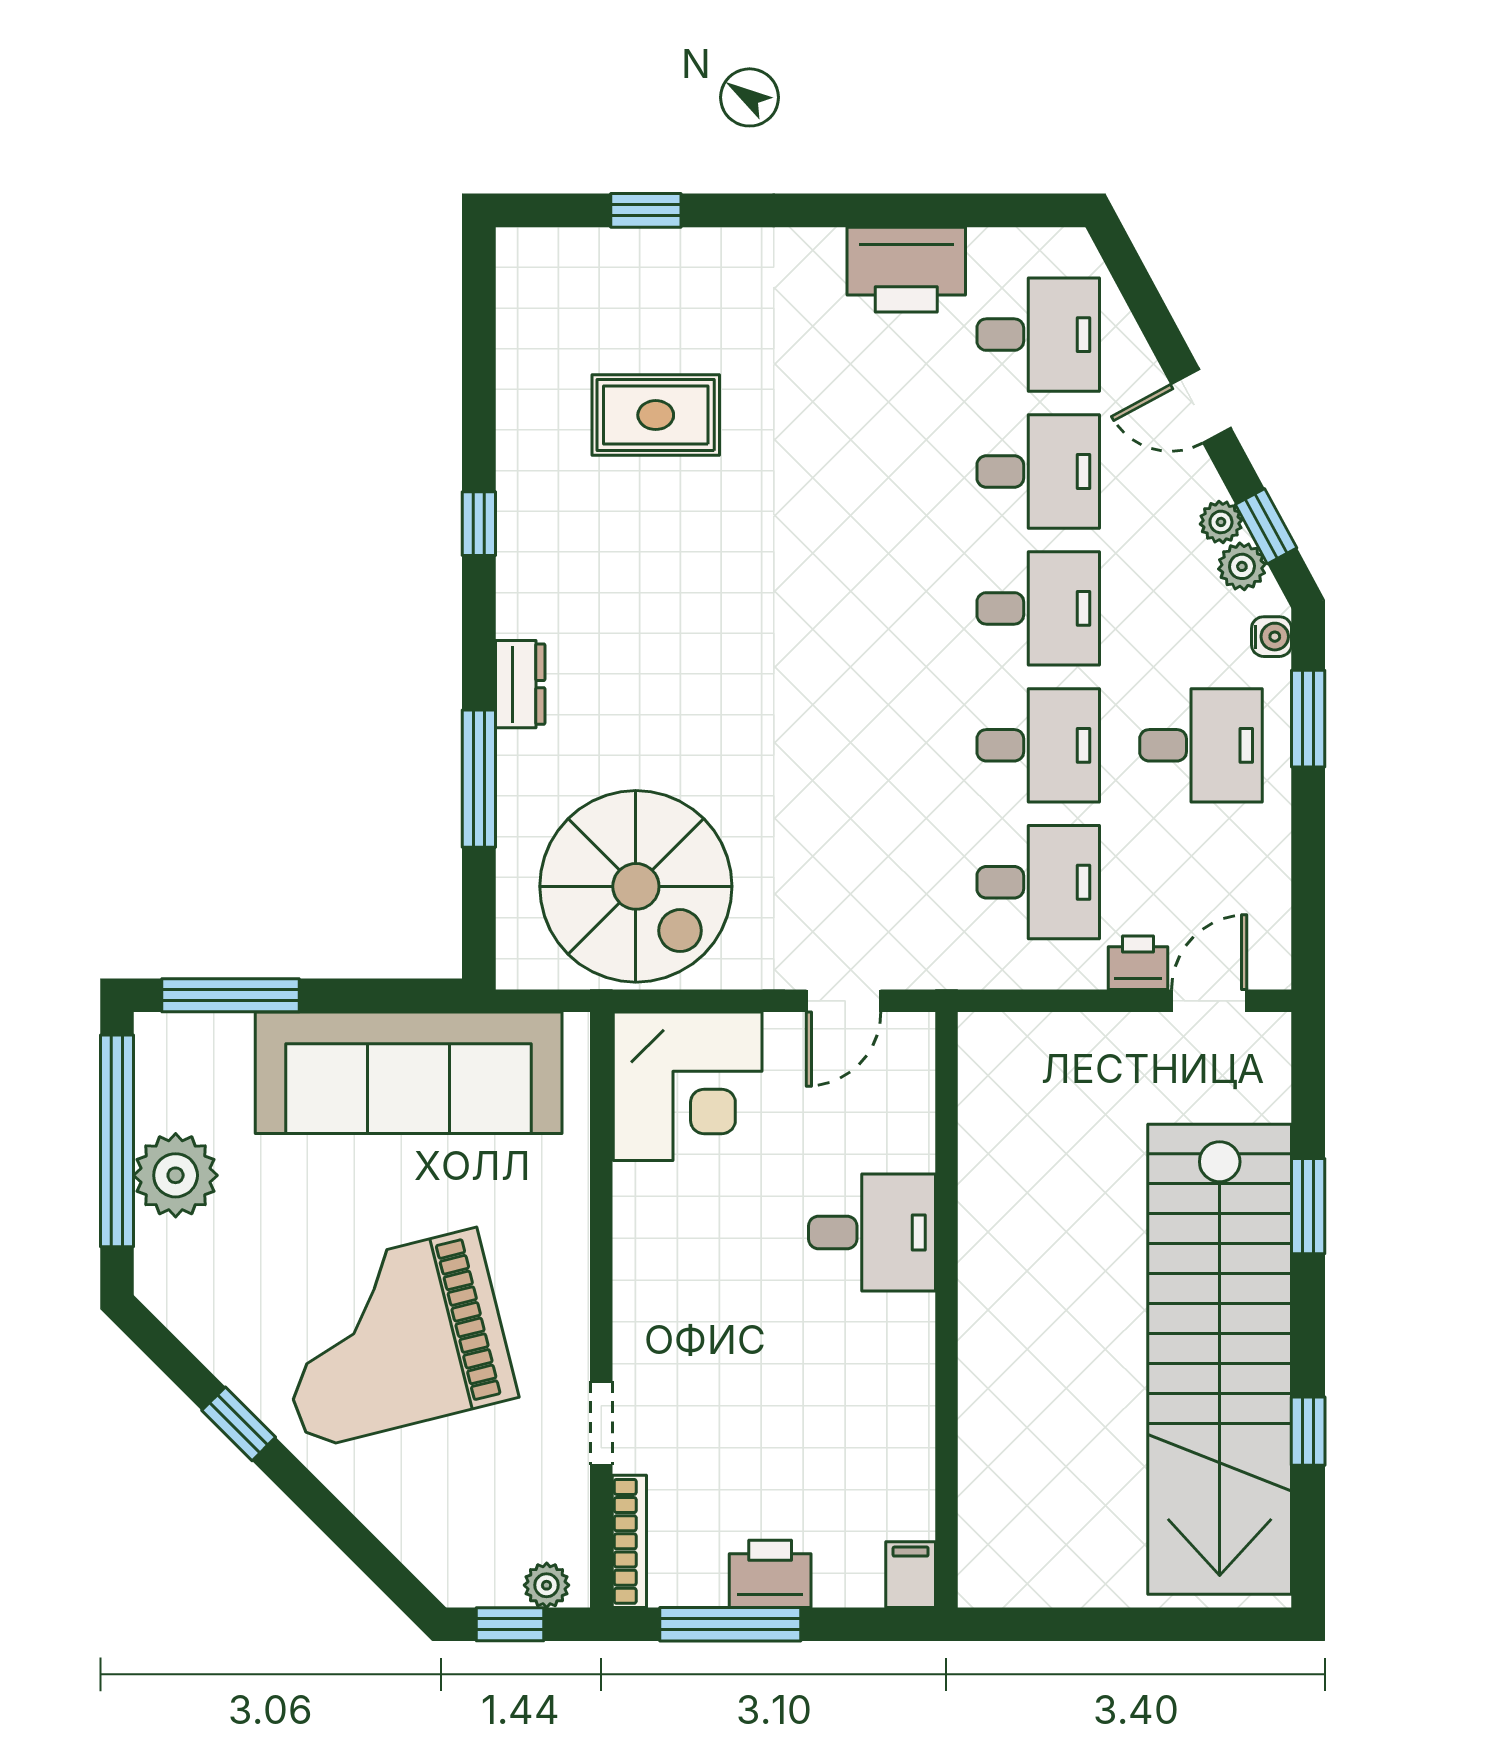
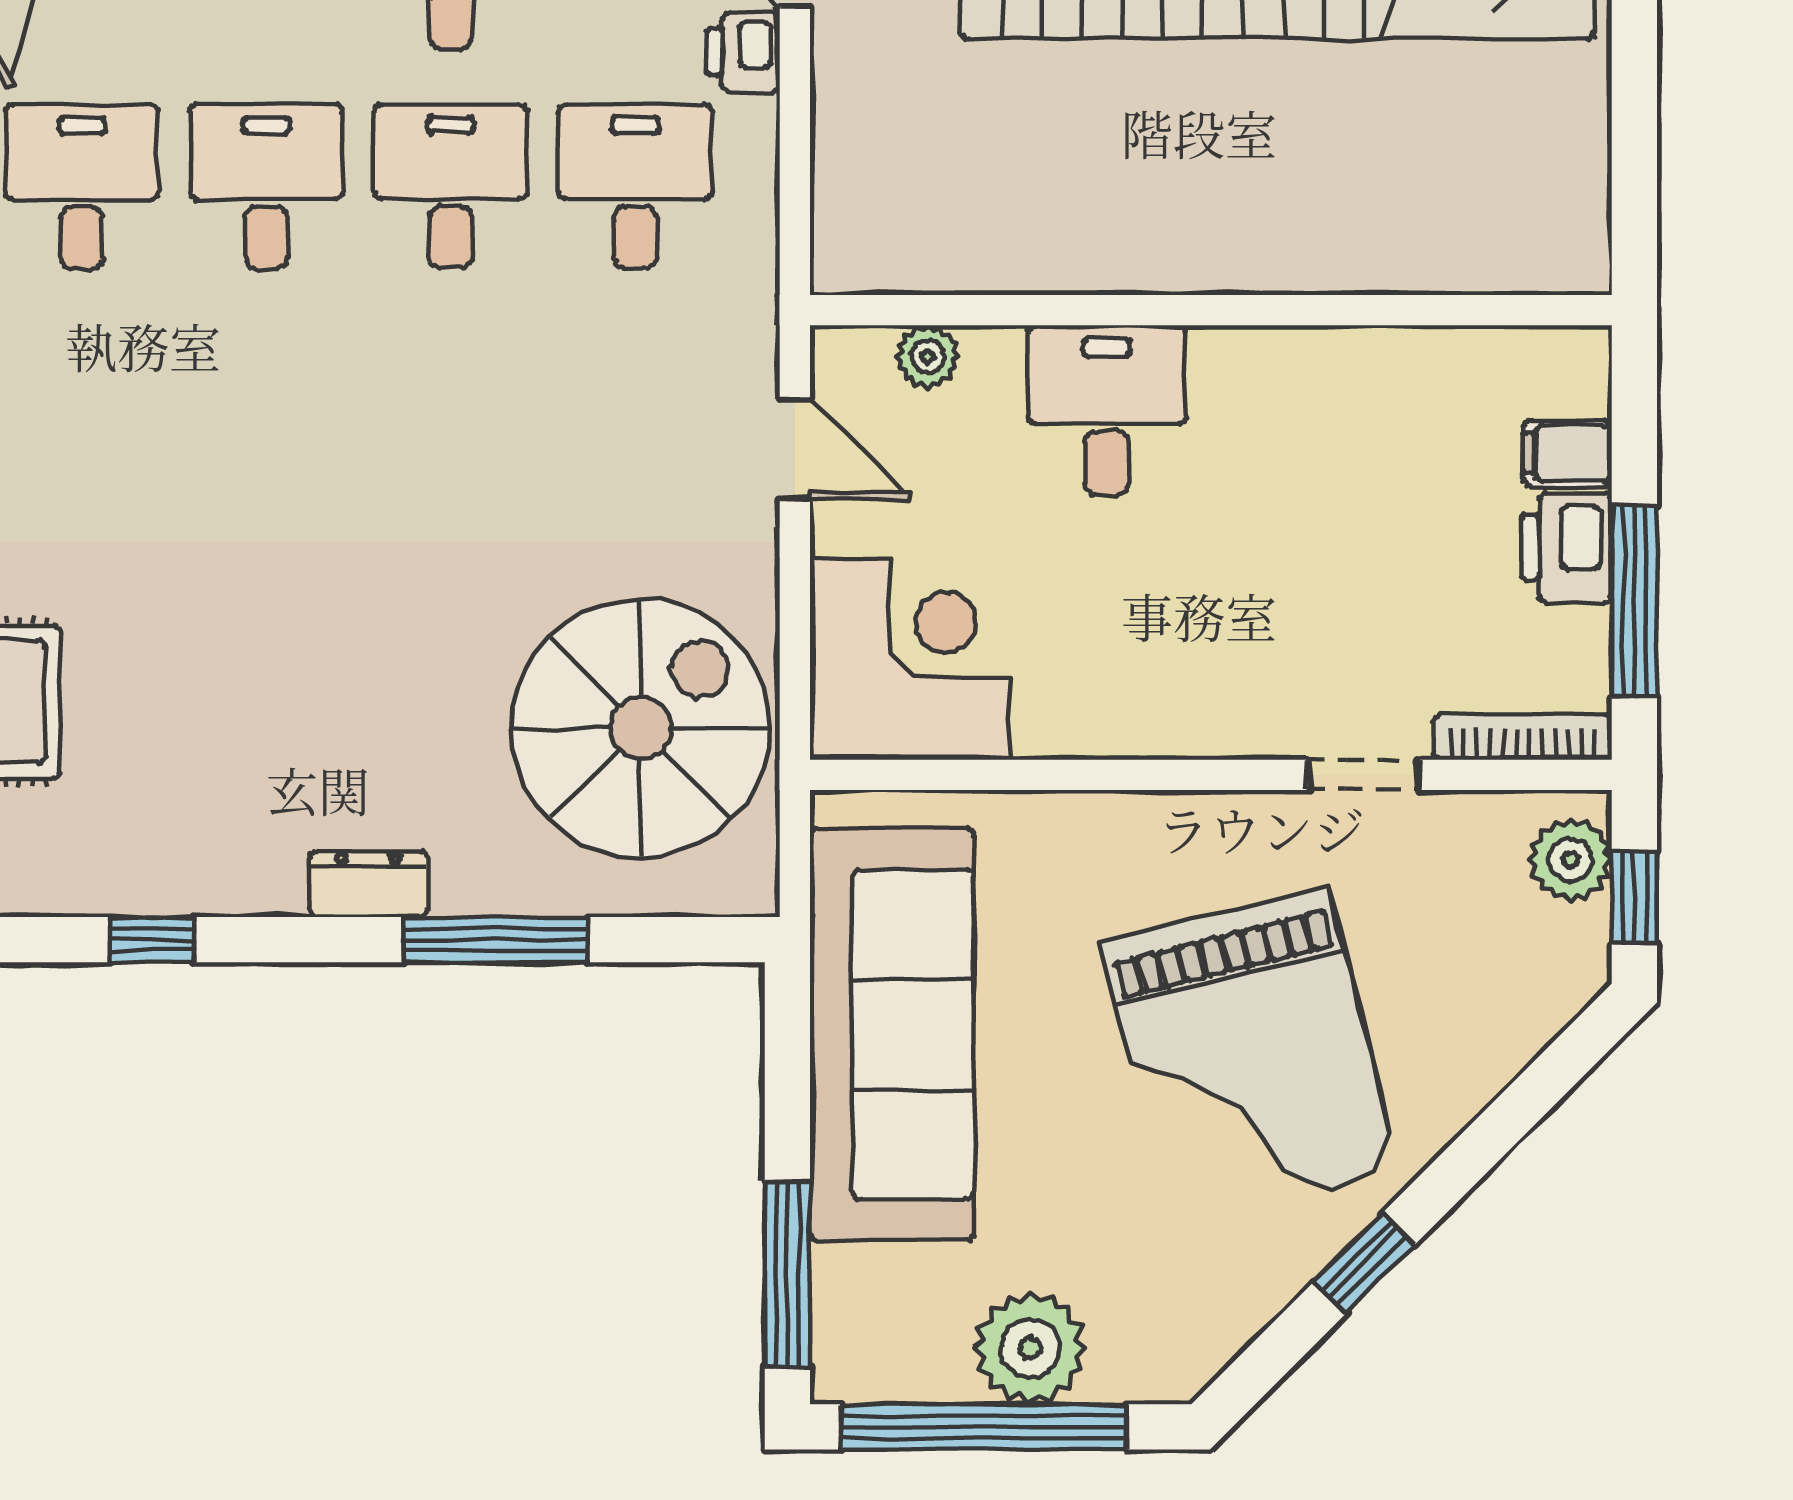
plant: (912, 1100) -> (928, 356), added
filing cabinet: (911, 1575) -> (1567, 453), moved
plant: (547, 1585) -> (1571, 860), width x1.38, depth x1.38

